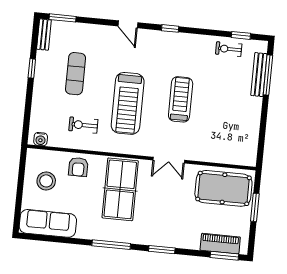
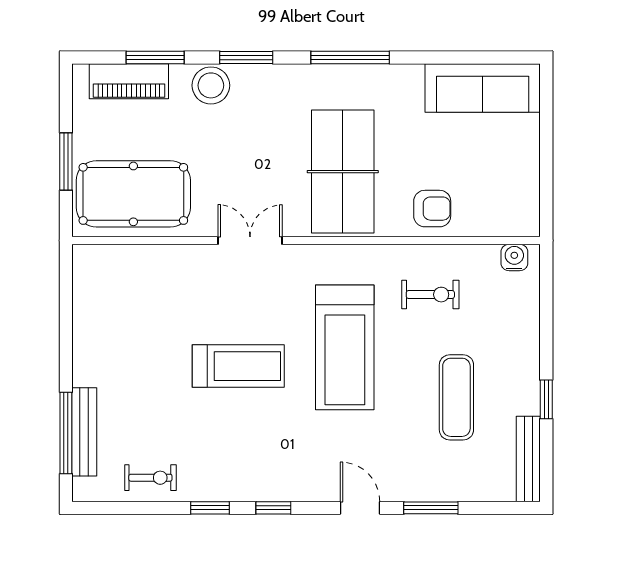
window: (63, 18) -> (431, 508), moved
bench: (44, 35) -> (528, 459), width x1.36
window: (241, 35) -> (210, 508), moved
treadmill: (181, 99) -> (238, 366), turned -90
treadmill: (128, 103) -> (345, 347), turned 180
armchair: (78, 167) -> (432, 209), turned 90
stool: (46, 181) -> (211, 85), moved
window: (224, 256) -> (155, 57), moved

